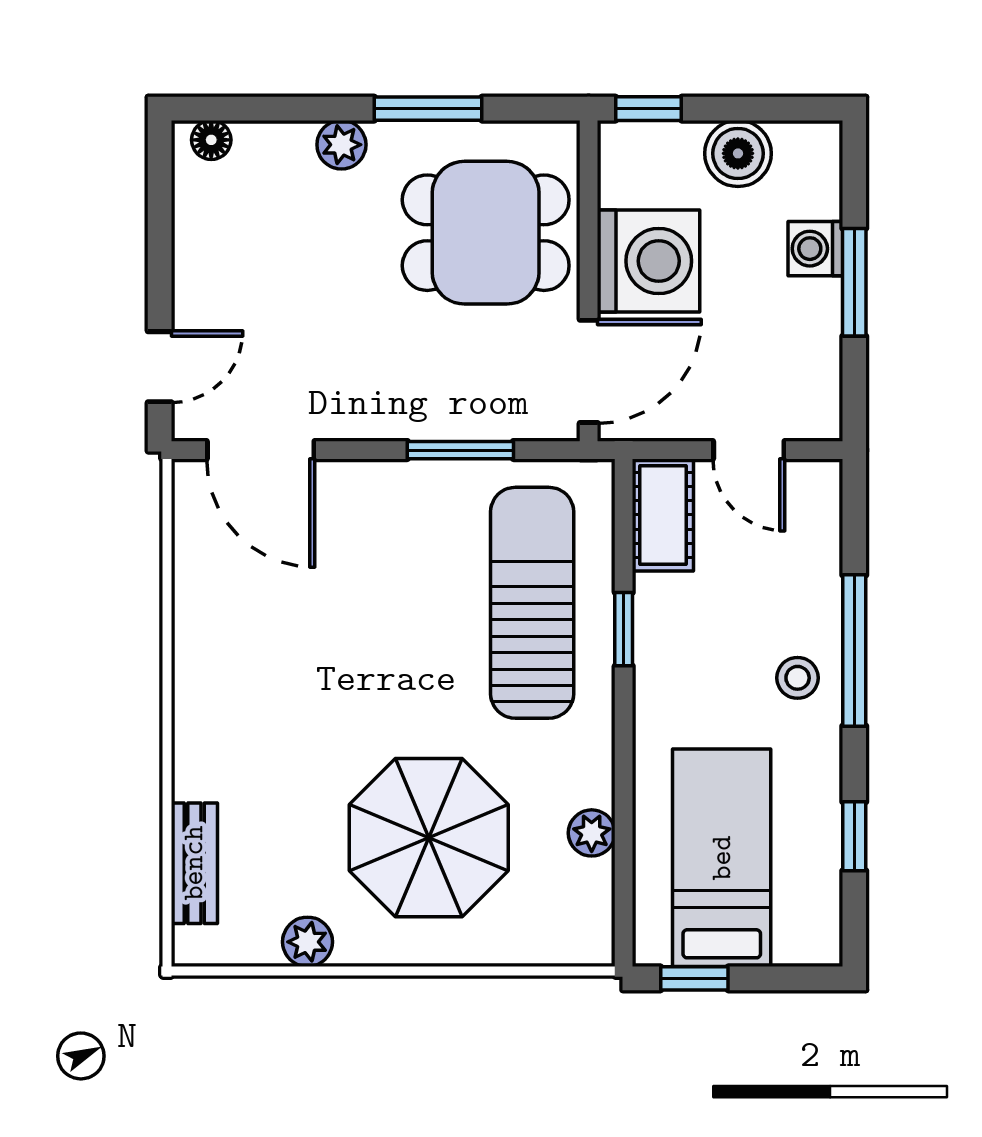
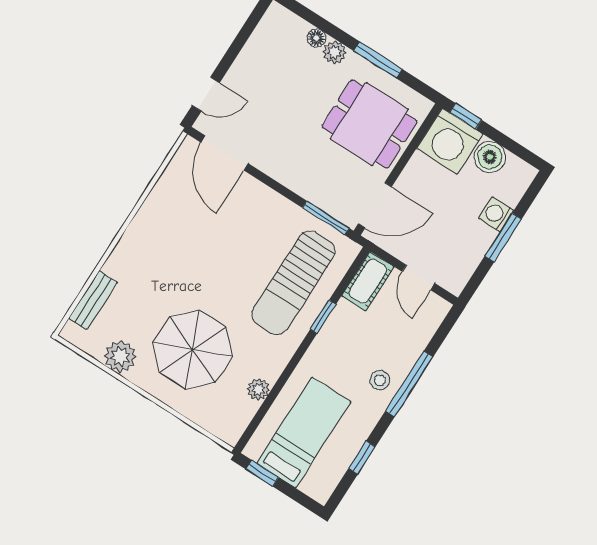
floor lamp: (211, 140) -> (316, 38), moved
washing machine: (649, 261) -> (450, 141), moved, turned 90
window: (460, 450) -> (326, 218), moved
sun lounger: (532, 603) -> (293, 283), turned 180
plant: (307, 942) -> (120, 356), width x1.38, depth x1.38

